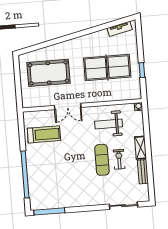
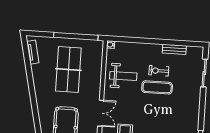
window: (142, 70) -> (76, 36), width x3.17
weight bench: (109, 124) -> (123, 76), turned -90
shelving: (141, 148) -> (151, 48), removed

